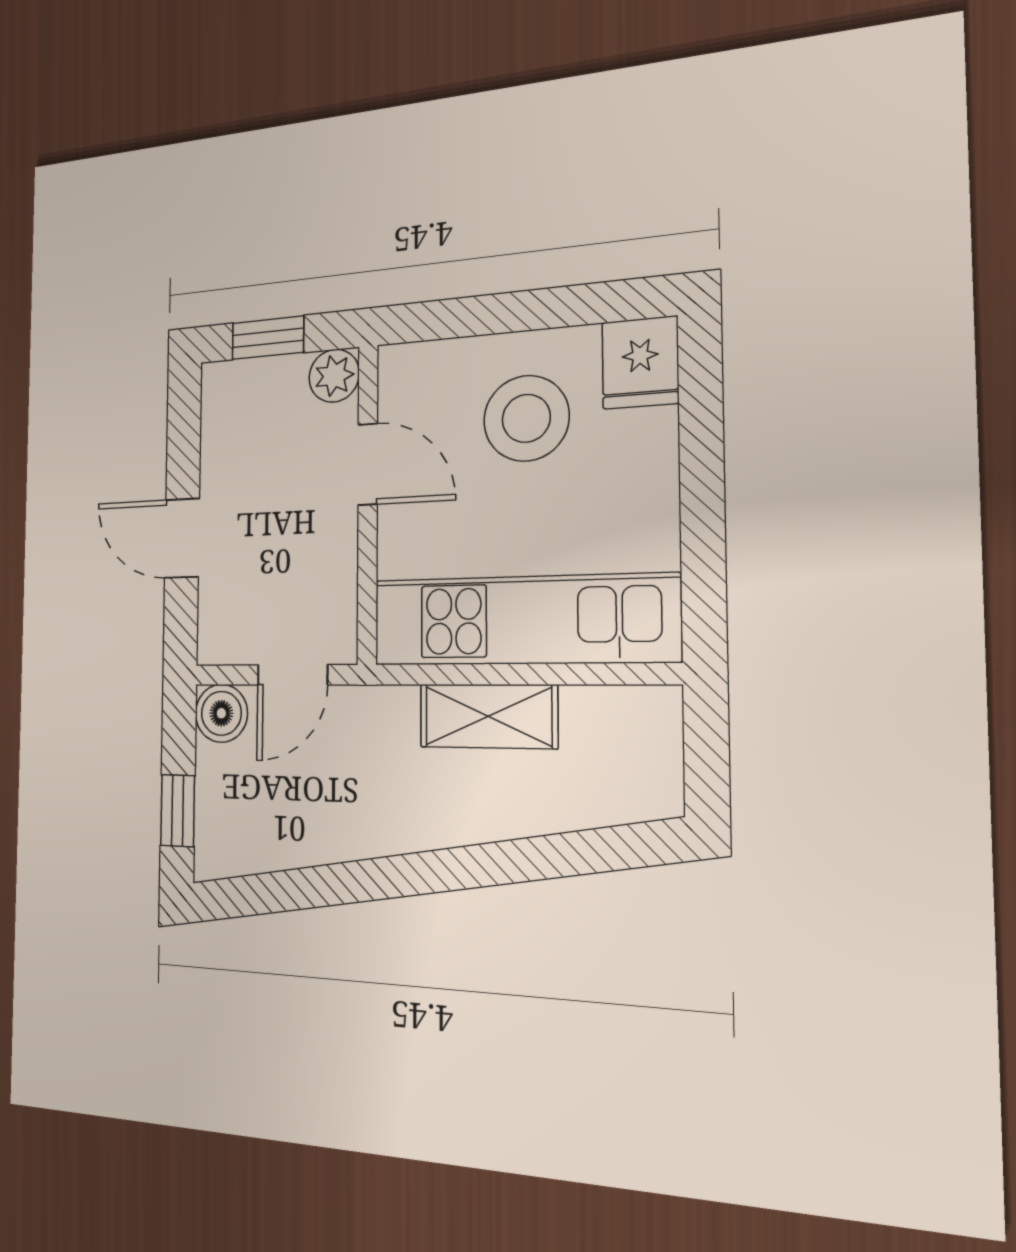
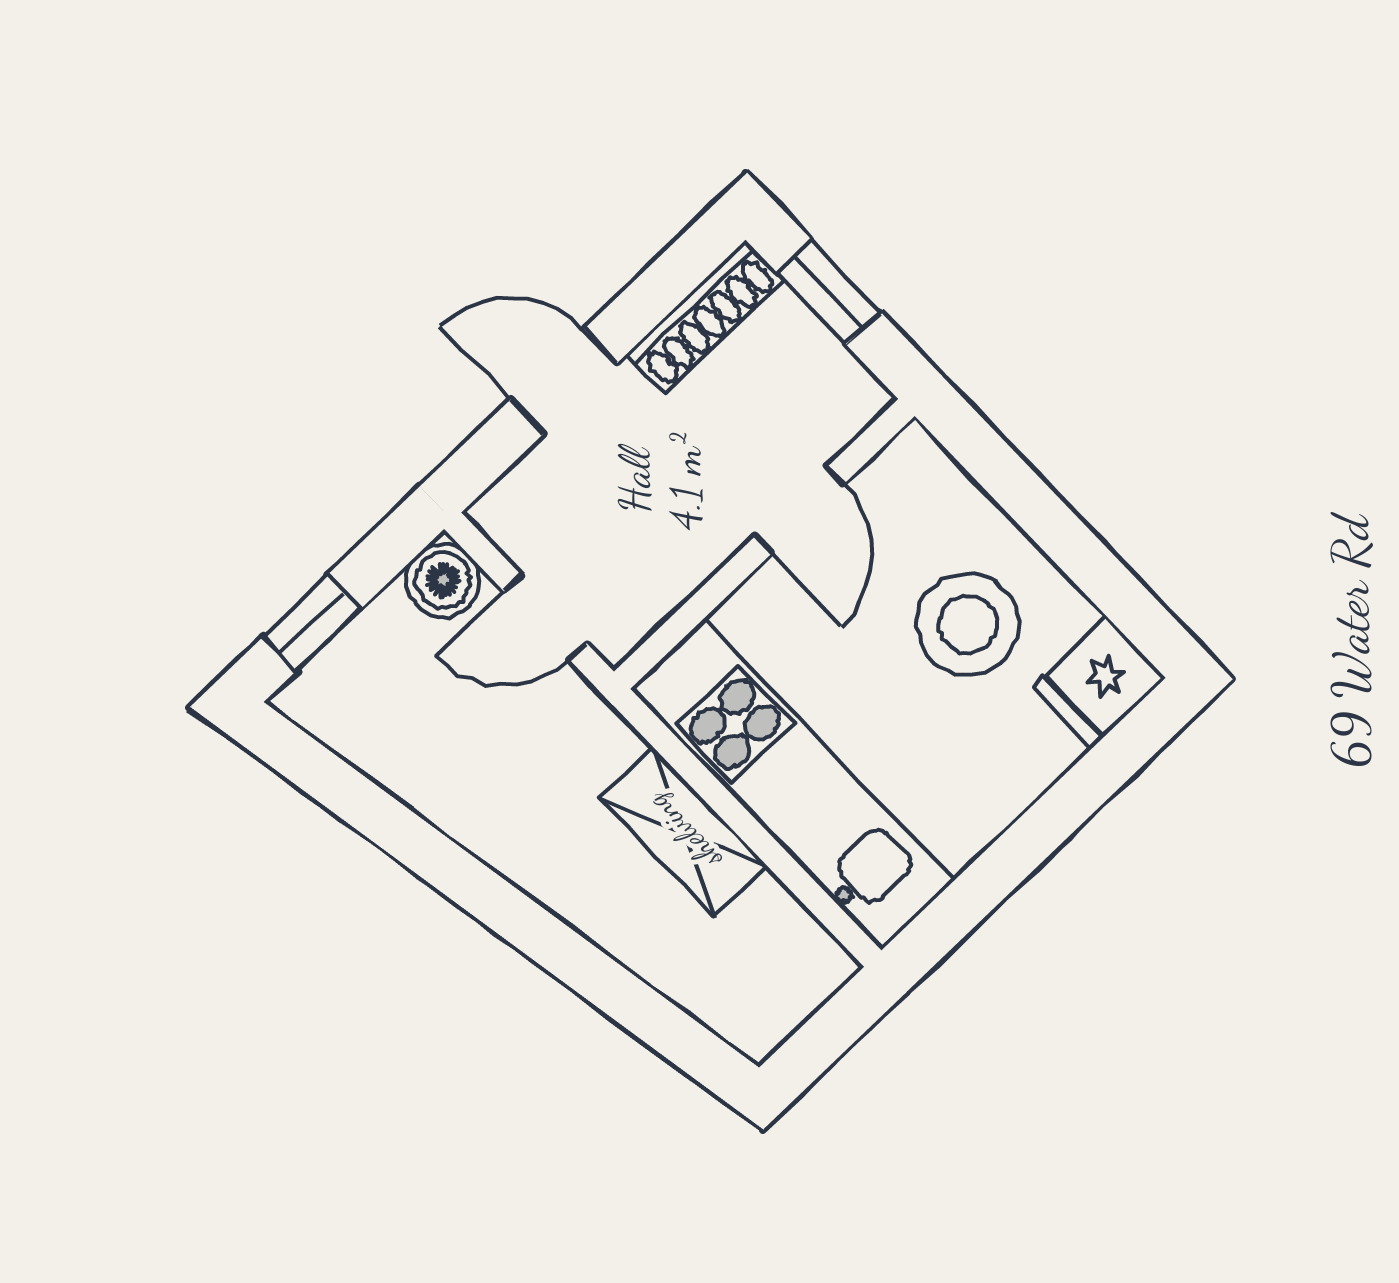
plant: (334, 376) -> (851, 398), removed
shoe rack: (219, 424) -> (705, 317), added
door: (182, 538) -> (564, 381), hinge flipped

